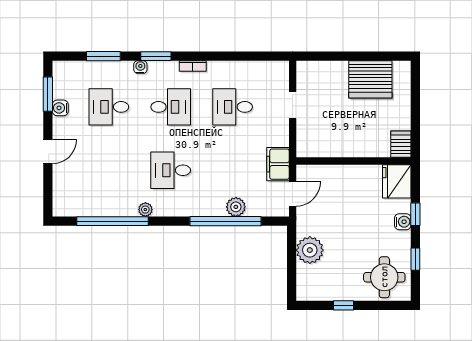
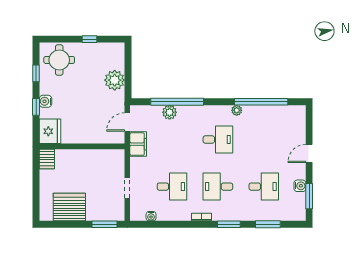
window: (323, 56) -> (105, 224), added
water cooler: (140, 67) -> (151, 216), moved

